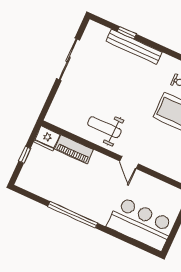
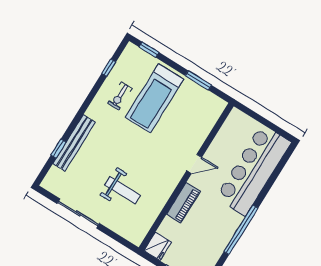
weight bench: (104, 127) -> (122, 190), moved, turned -90
piano: (74, 149) -> (183, 203), moved
bar counter: (141, 224) -> (253, 170), width x1.36

